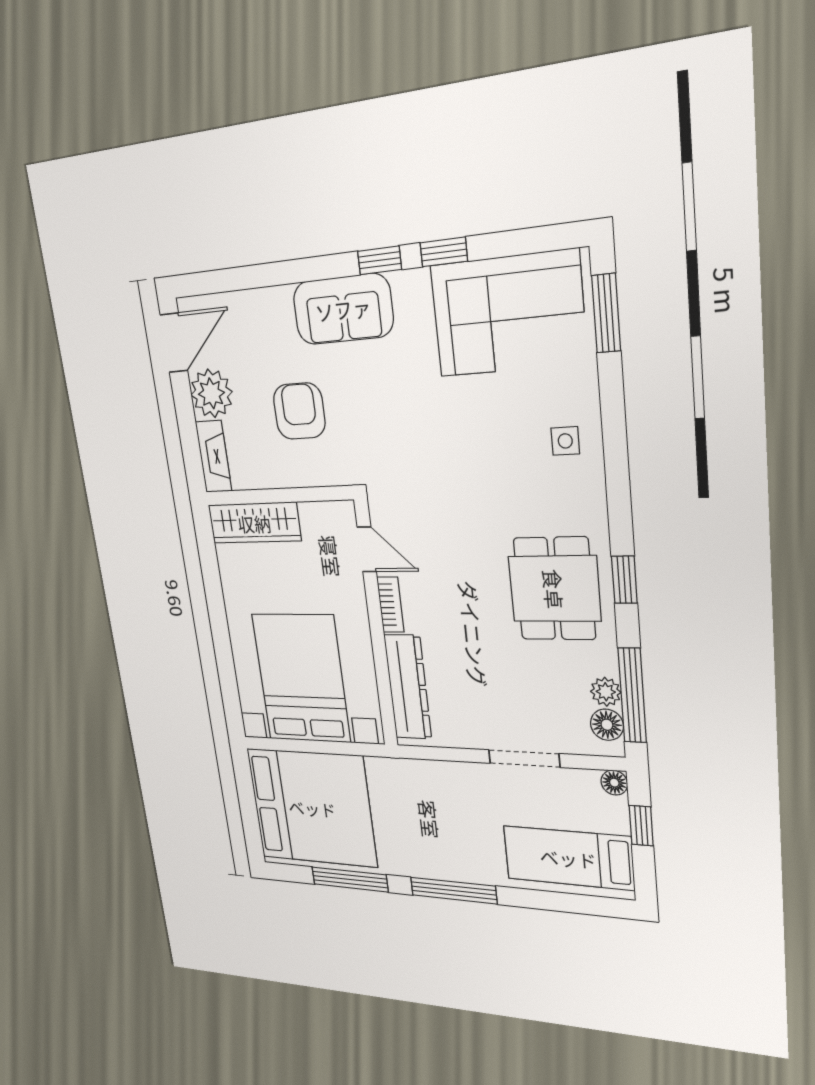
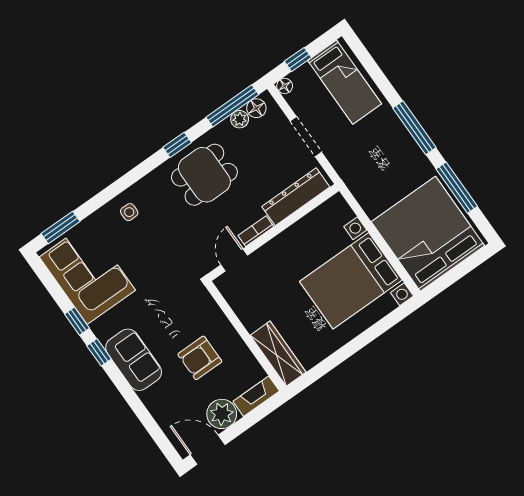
door: (367, 549) -> (234, 260), moved
bookcase: (390, 605) -> (256, 231), moved
wall: (376, 625) -> (273, 233), moved
dresser: (408, 687) -> (296, 197), moved

